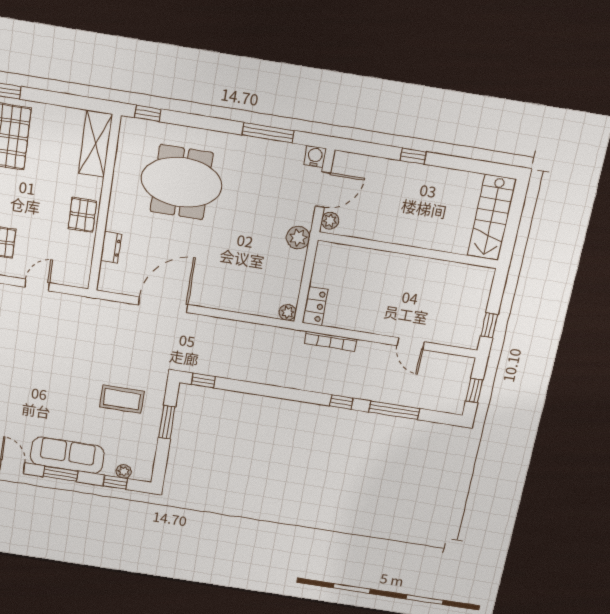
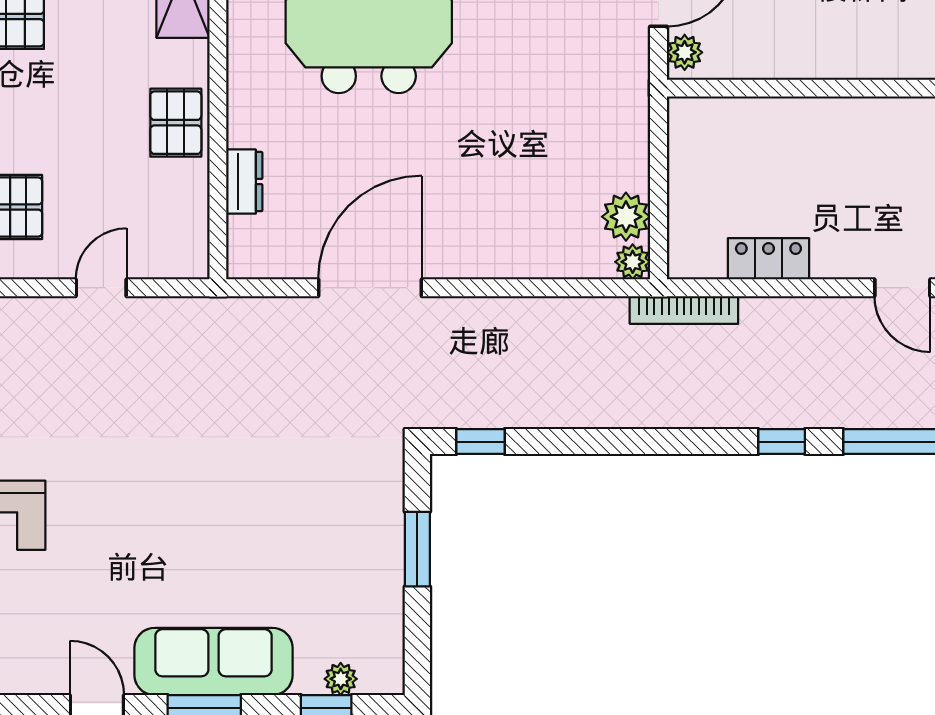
plant: (298, 238) -> (626, 217), moved
locker: (315, 306) -> (768, 259), moved, turned -90
bookcase: (331, 341) -> (684, 310), moved
coffee table: (122, 399) -> (314, 513), removed

